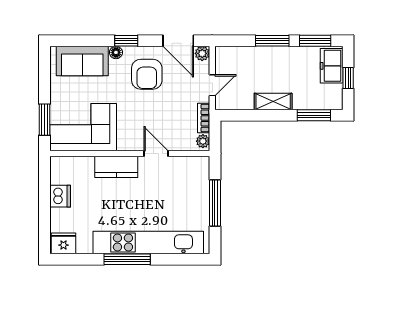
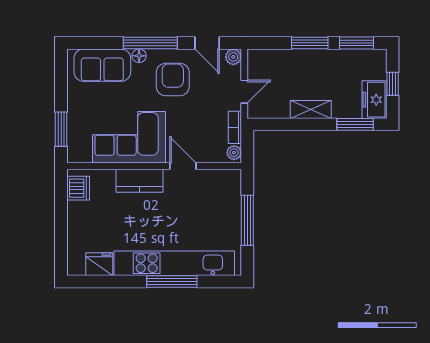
window: (126, 41) -> (150, 43), width x2.17
door: (178, 41) -> (207, 43), width x0.73
freezer: (332, 66) -> (374, 100), moved
armchair: (147, 74) -> (173, 80), turned 180
corner sofa: (83, 127) -> (129, 137), moved
dishwasher: (60, 196) -> (78, 188), moved
fridge: (63, 243) -> (99, 264), moved
window: (127, 259) -> (172, 281), moved

